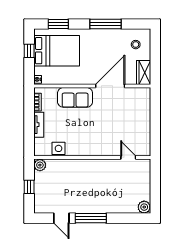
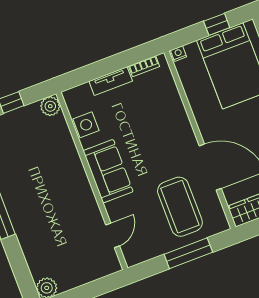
sofa: (75, 97) -> (108, 171), moved, turned 180
coffee table: (127, 112) -> (180, 207), added
window: (155, 118) -> (188, 253), added

